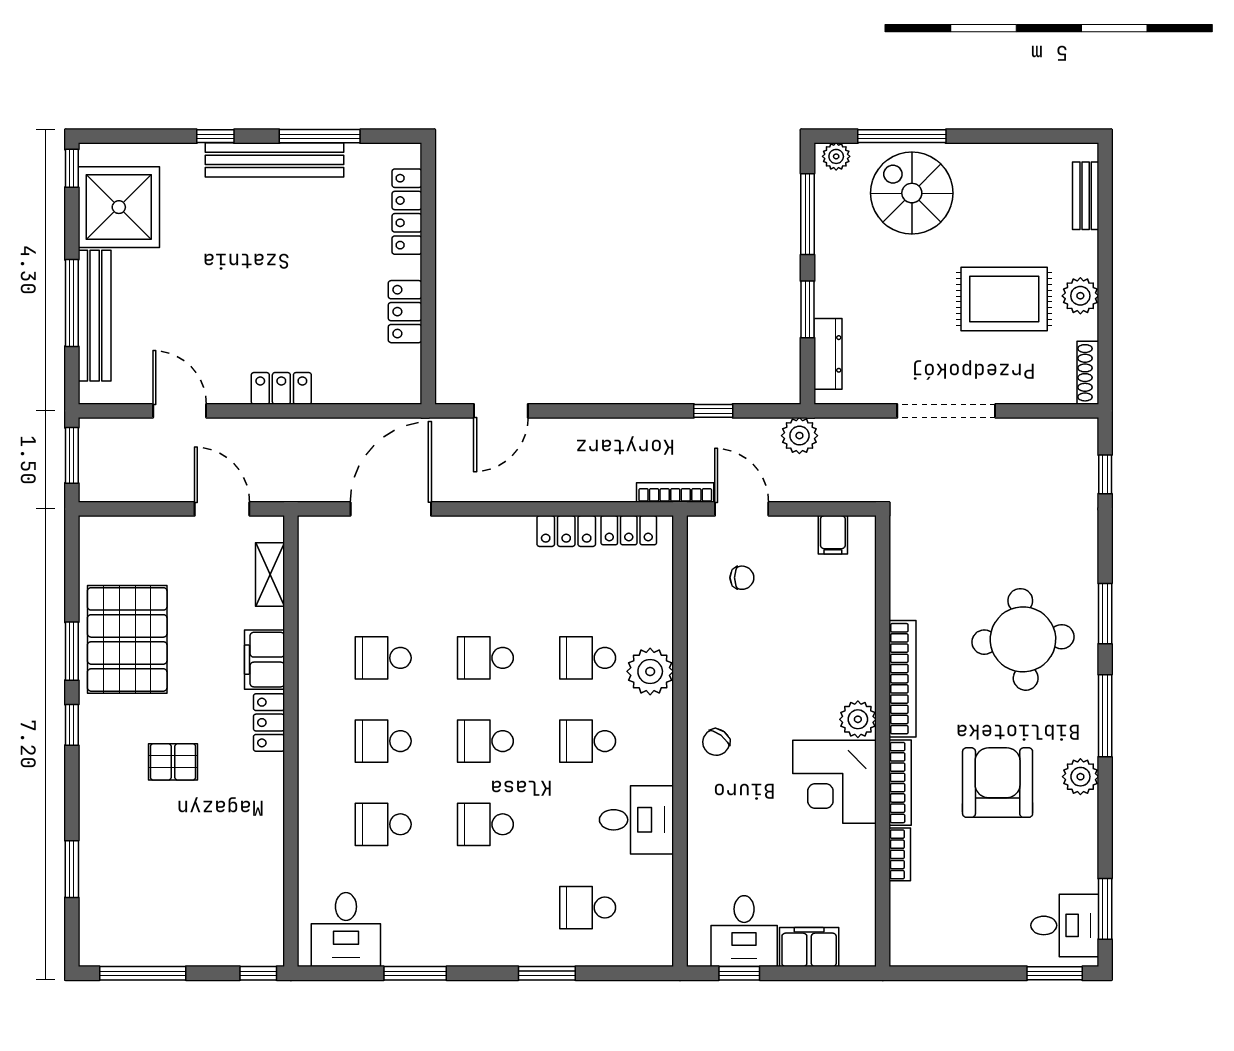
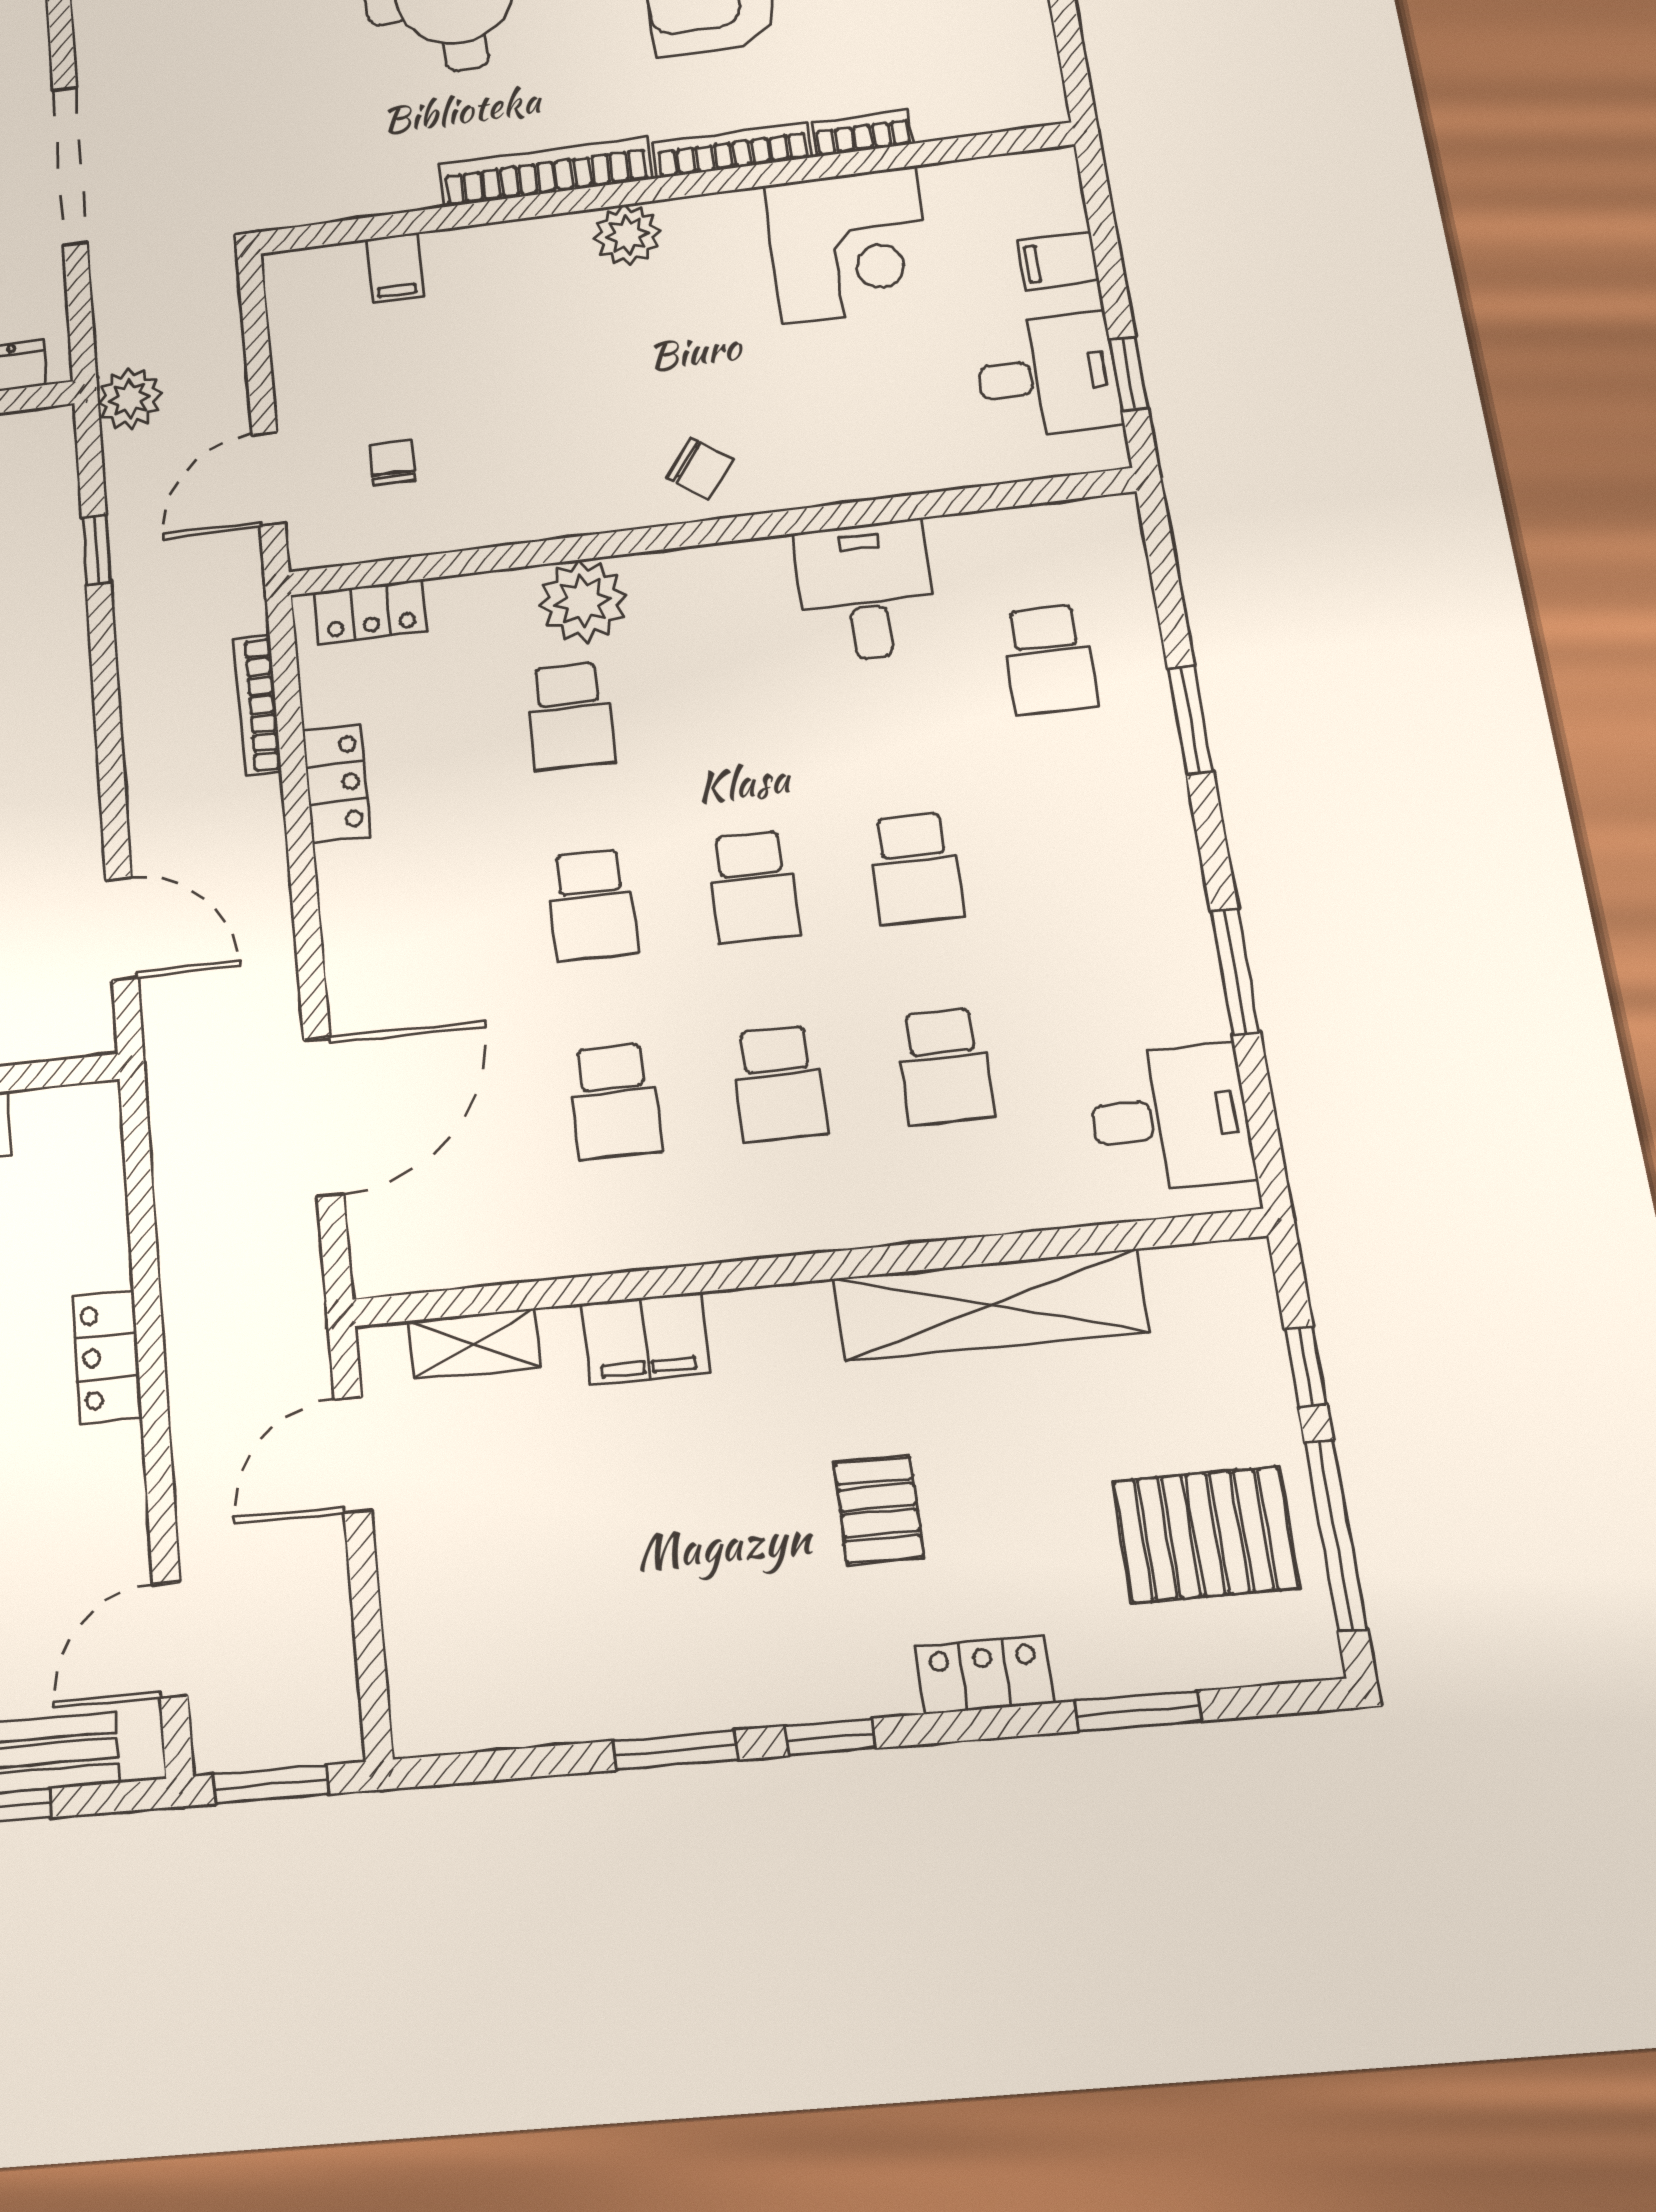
door: (180, 411) -> (170, 1640), moved
bookcase: (675, 493) -> (257, 705), moved
door: (391, 509) -> (324, 1117), swing flipped
locker: (629, 530) -> (370, 612), moved, turned 90
filing cabinet: (833, 535) -> (395, 268), moved, turned 90
pallet: (127, 639) -> (1205, 1534), moved, width x0.73, depth x0.71
locker: (269, 723) -> (984, 1675), moved, turned 180
school desk: (588, 741) -> (728, 697), removed
corner desk: (835, 782) -> (849, 245), moved
shelving: (264, 829) -> (991, 1305), added
filing cabinet: (809, 947) -> (1058, 261), width x0.50
window: (258, 973) -> (1306, 1367), moved

